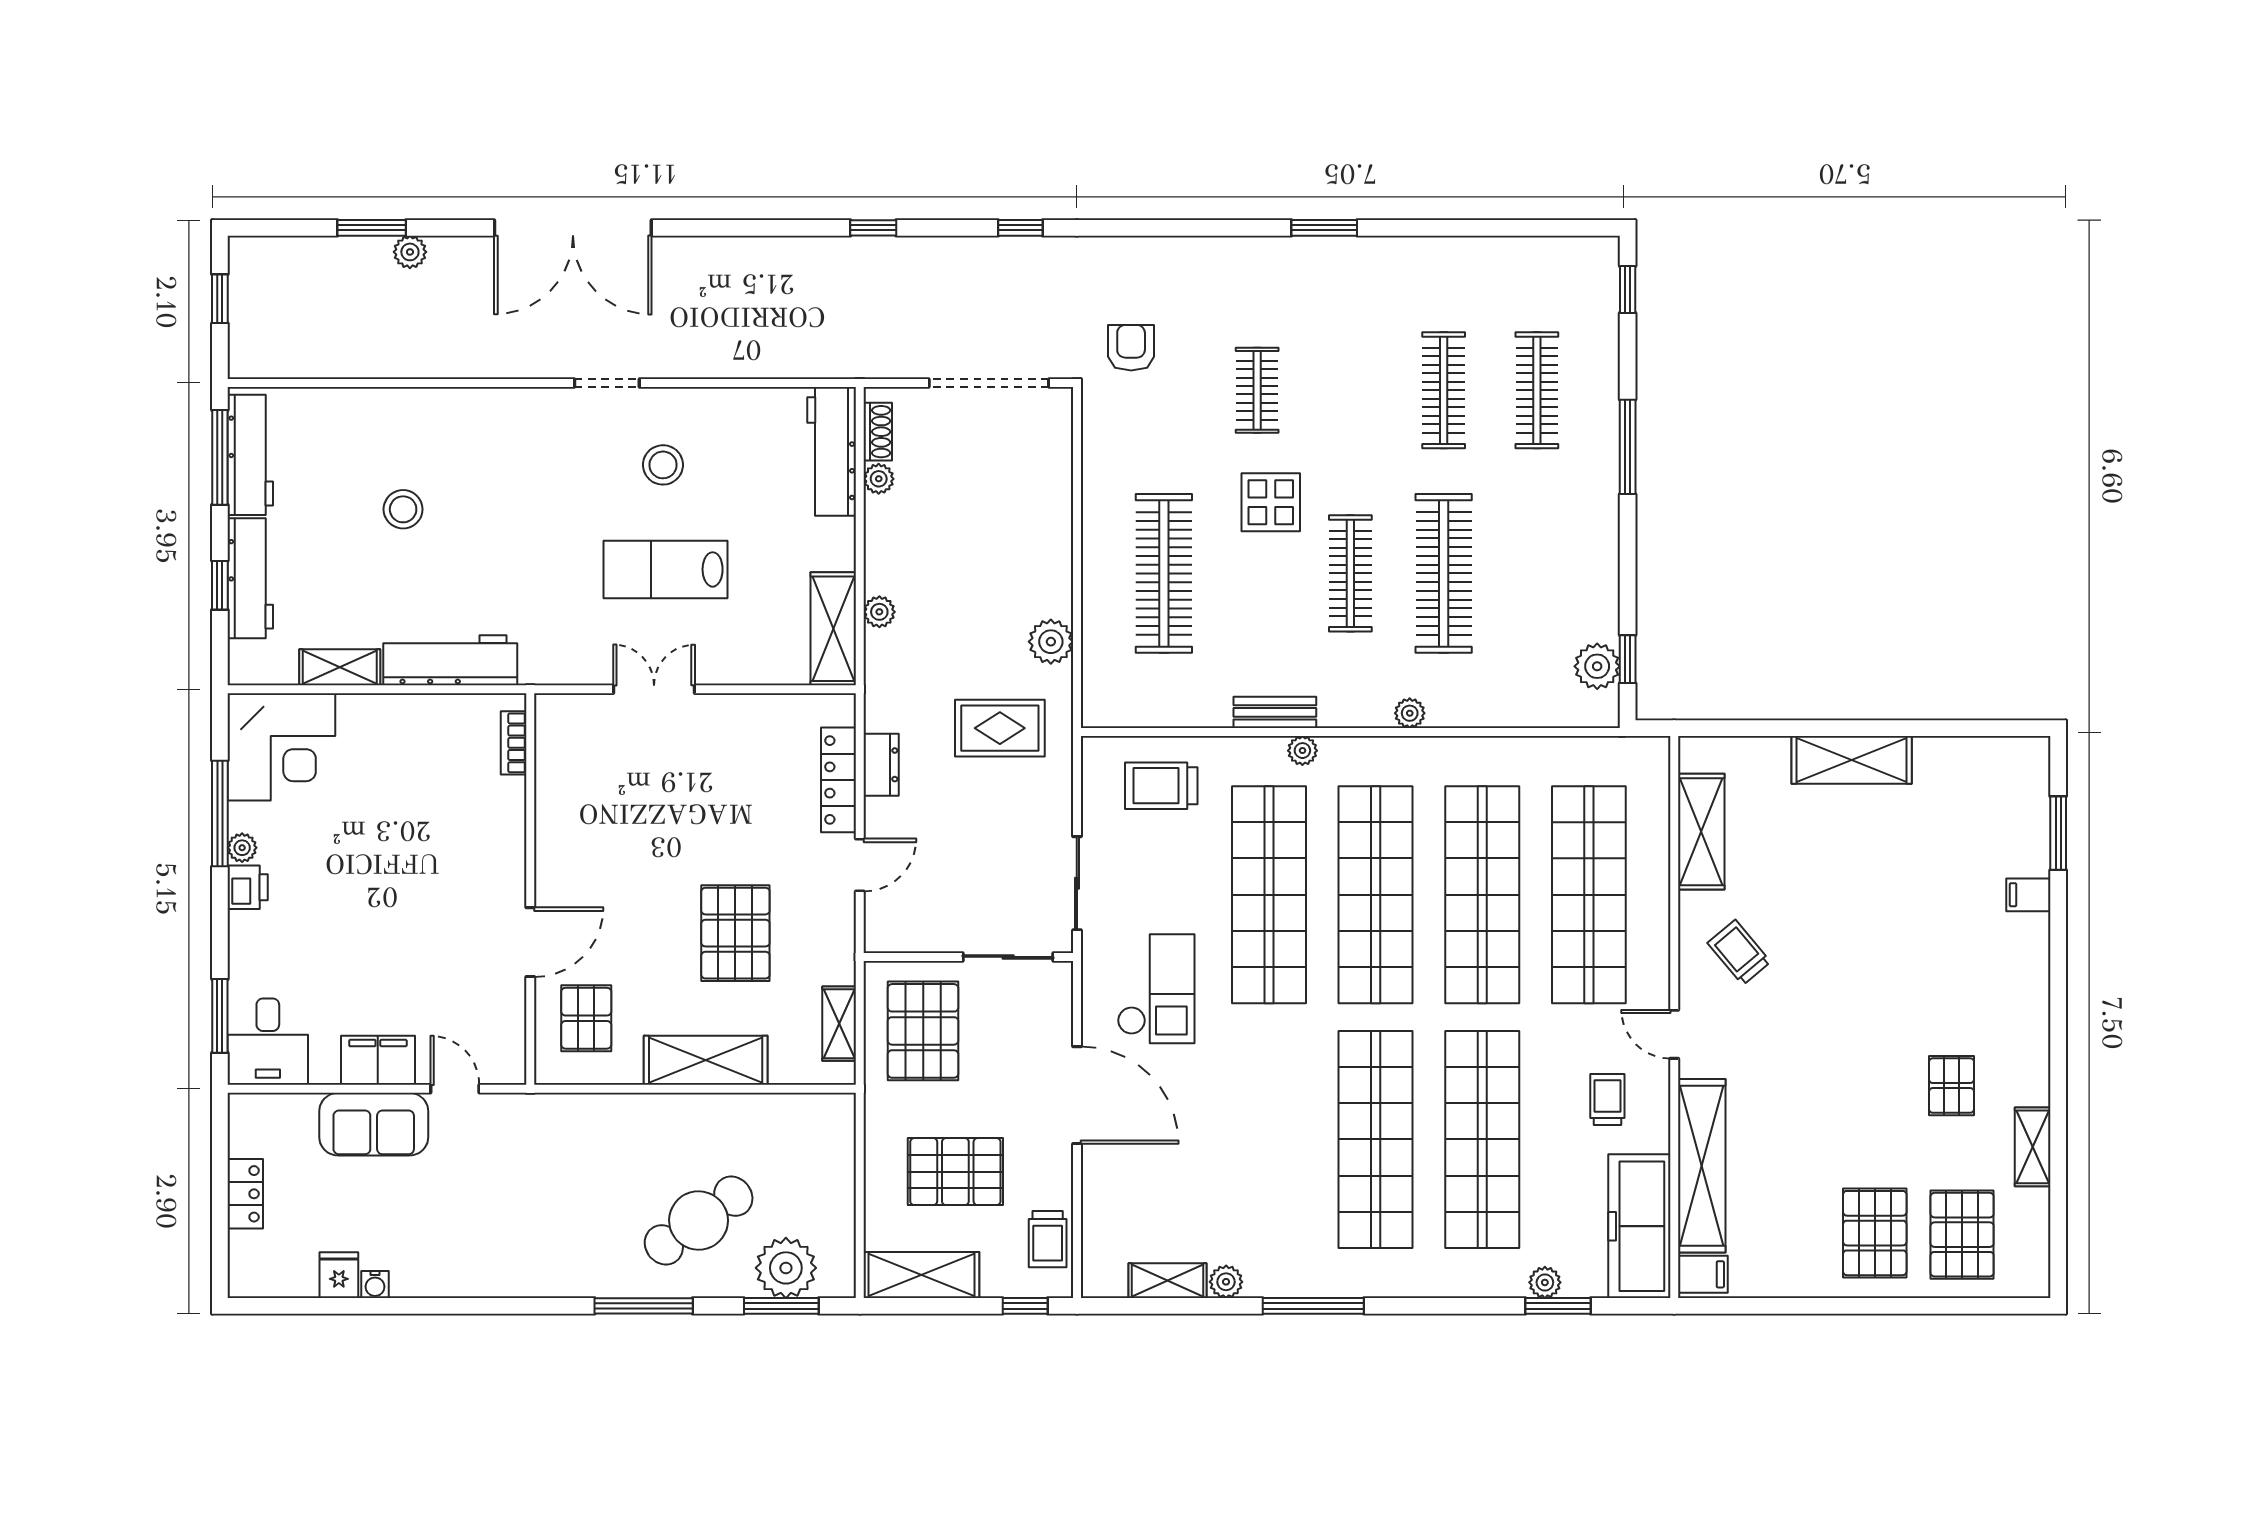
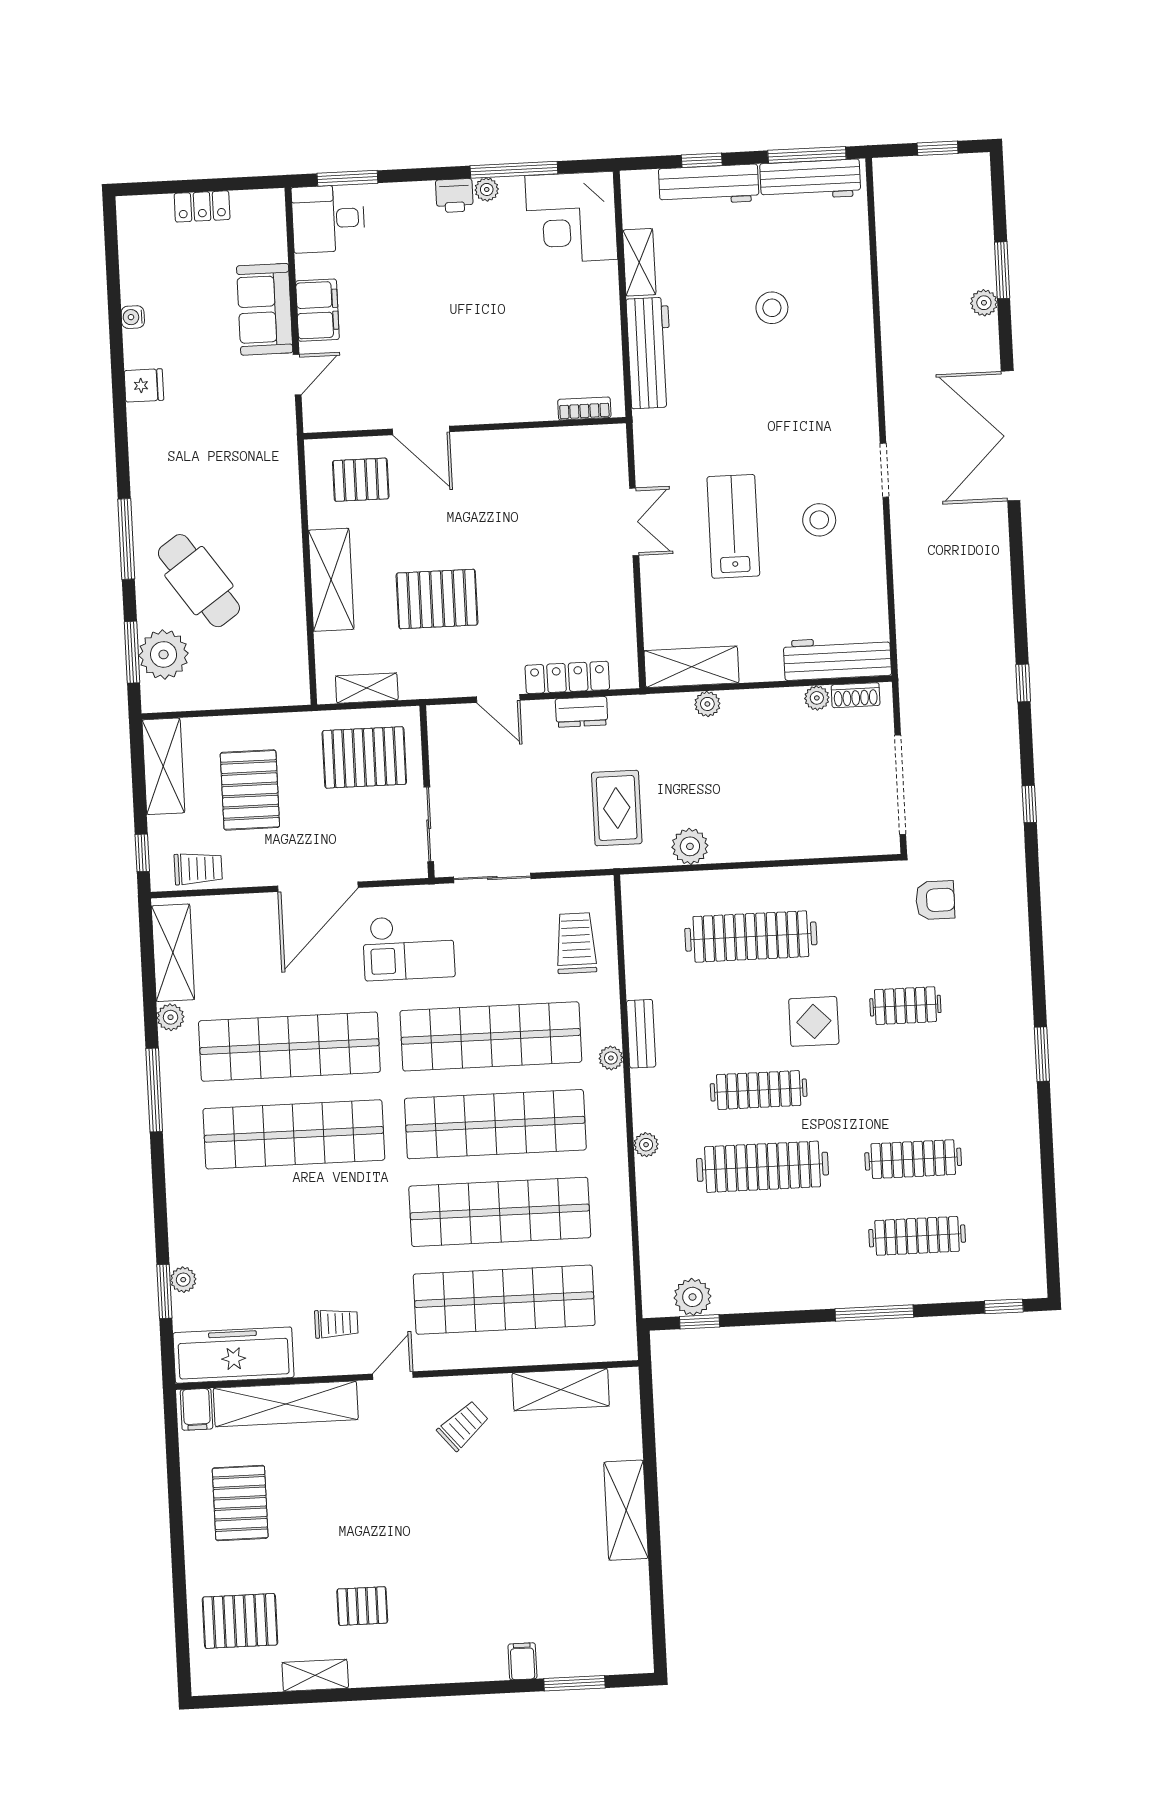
shop shelf: (1482, 1139) -> (289, 1047), moved
pallet: (1875, 1233) -> (240, 1503), moved, turned 90
trolley: (1048, 1239) -> (198, 869), turned 180
fridge: (339, 1275) -> (144, 385), moved
shelving: (1168, 1281) -> (173, 953), width x1.50, depth x1.33

